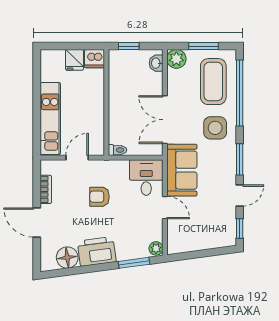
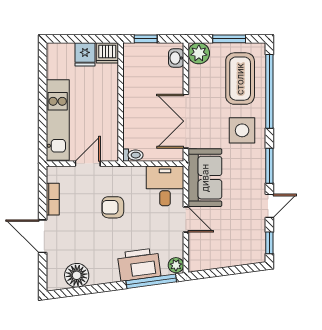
printer: (97, 251) -> (139, 265), moved
window: (134, 263) -> (151, 281), width x1.44

